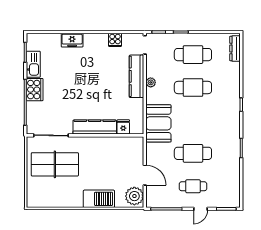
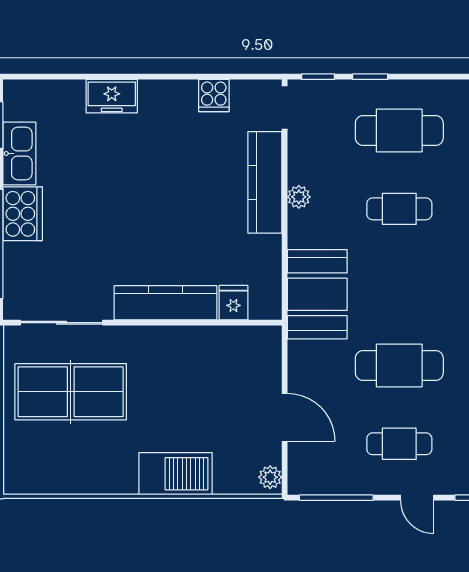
cafe table: (193, 88) -> (399, 209), width x0.73, depth x0.74
plant: (134, 196) -> (270, 477), width x0.53, depth x0.53
door: (201, 209) -> (417, 498), hinge flipped

